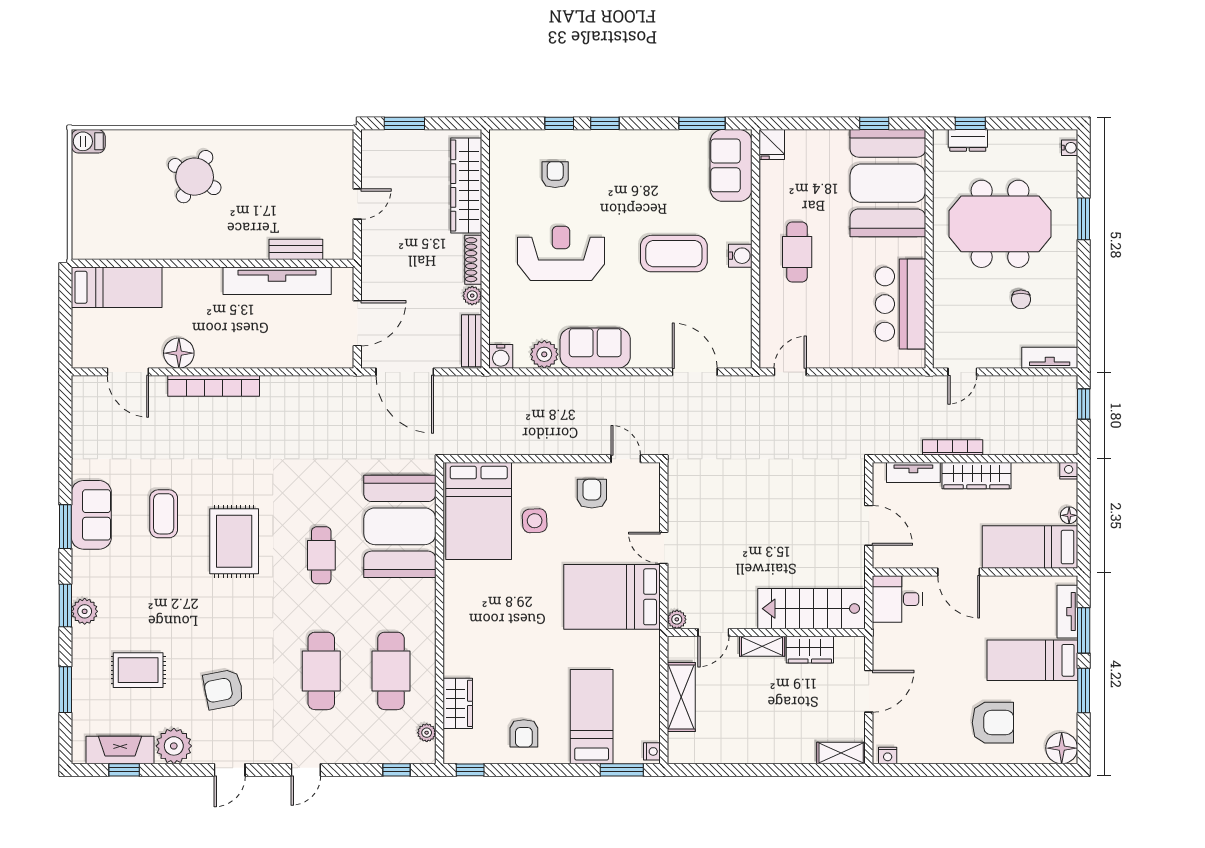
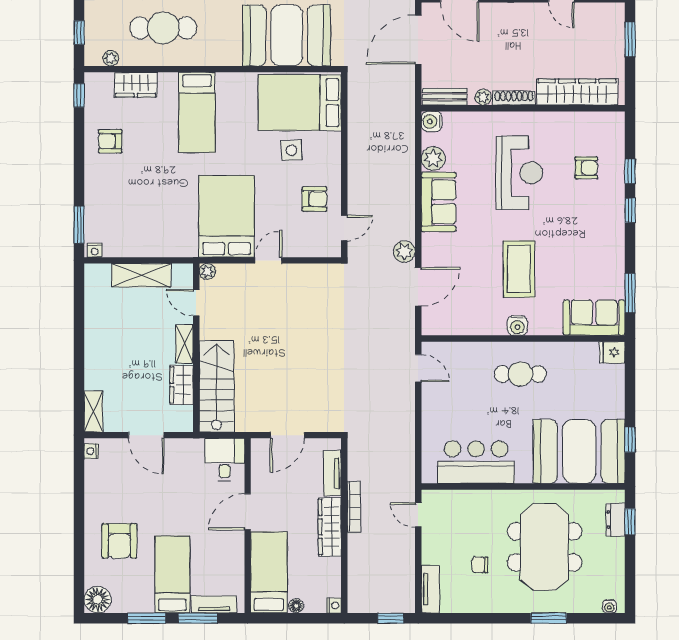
plant: (653, 388) -> (404, 252), added
bed: (592, 717) -> (197, 112), moved, turned 90

